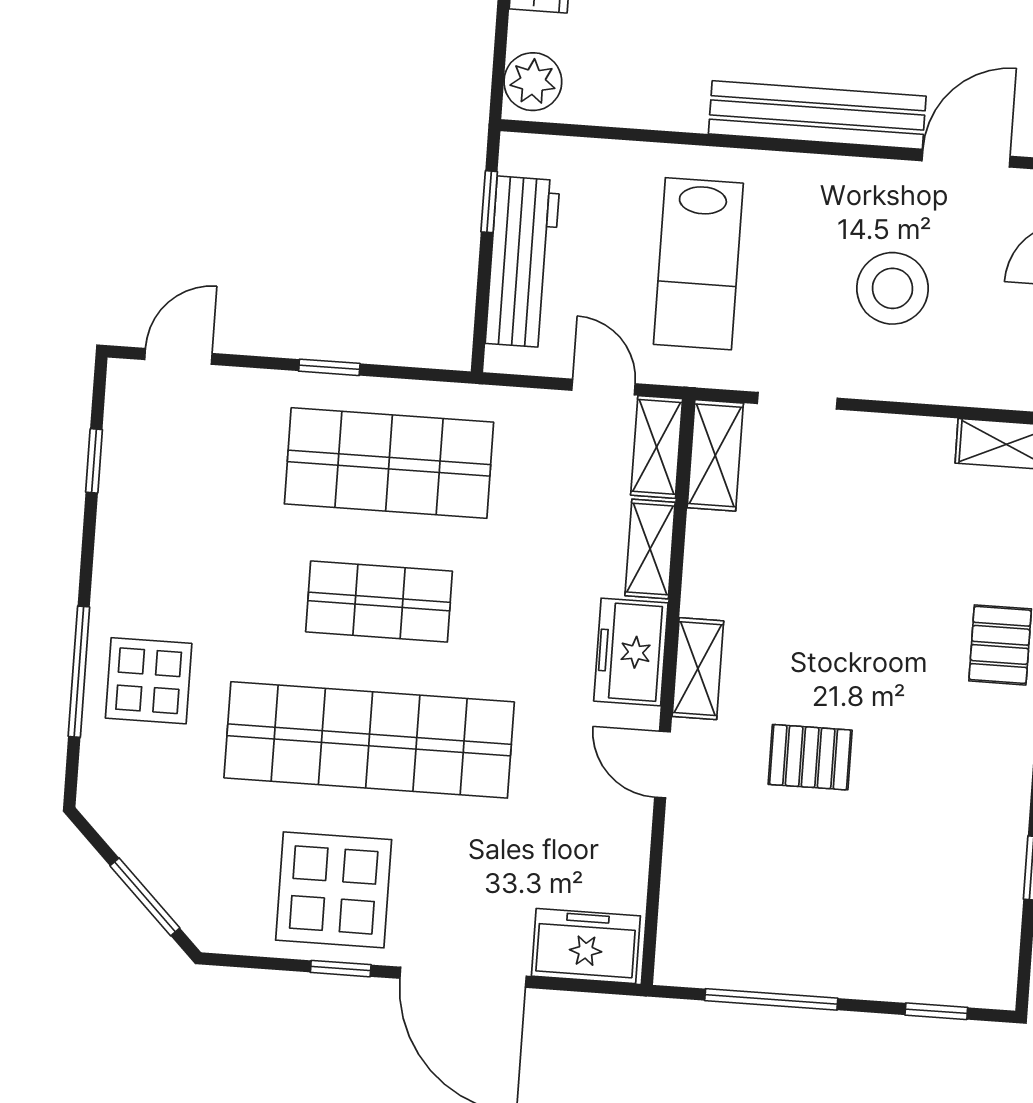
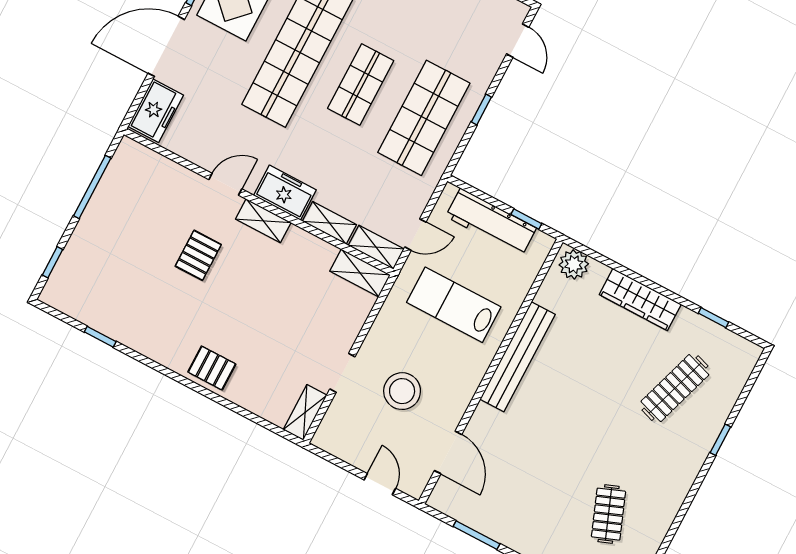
bench: (817, 115) -> (518, 357), moved
doorway: (797, 401) -> (342, 373), moved

